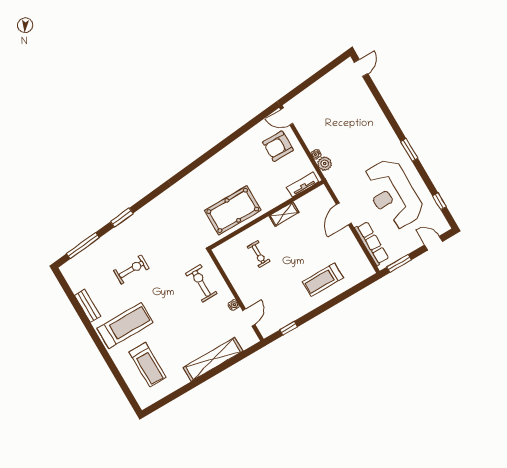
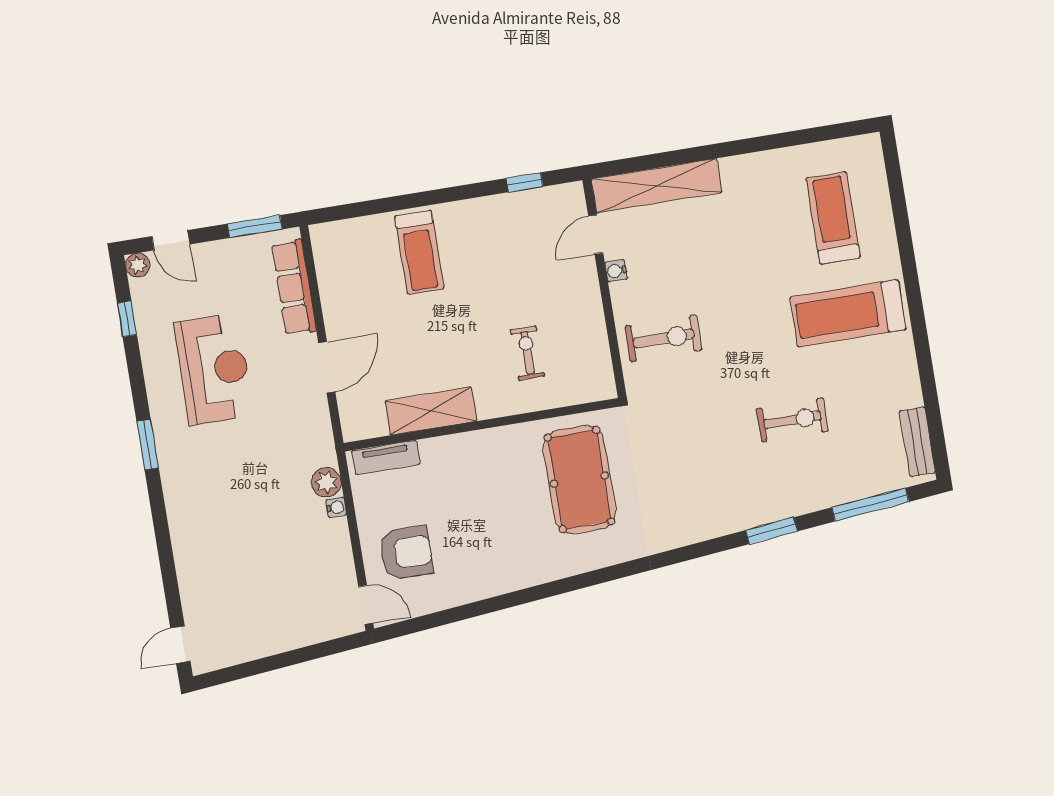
reception desk: (393, 194) -> (214, 369), width x0.74, depth x0.77
pool table: (233, 210) -> (579, 480), moved, turned 90
shelving: (284, 214) -> (431, 411), width x1.50, depth x1.33
plant: (444, 227) -> (138, 265), added
exercise bike: (131, 270) -> (792, 420), turned 180
treadmill: (323, 280) -> (419, 252), turned 90
exercise bike: (201, 283) -> (663, 338), turned -90
bench: (88, 306) -> (917, 442), moved
shelving: (213, 359) -> (656, 186), moved

